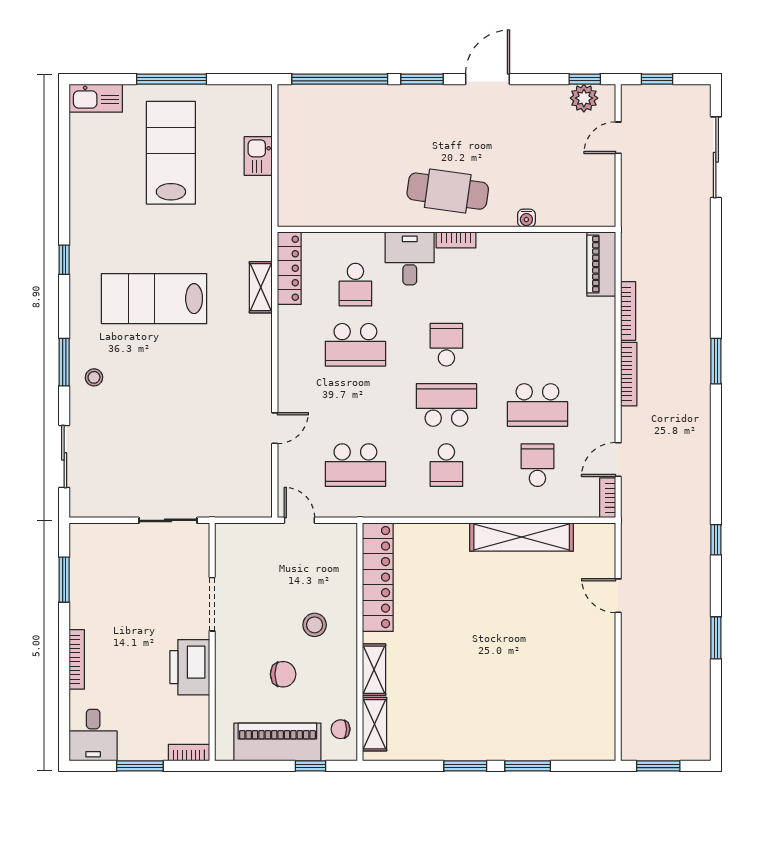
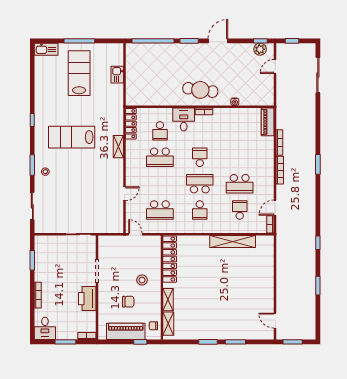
shelving: (261, 287) -> (118, 147), moved
door: (618, 596) -> (275, 321), moved

